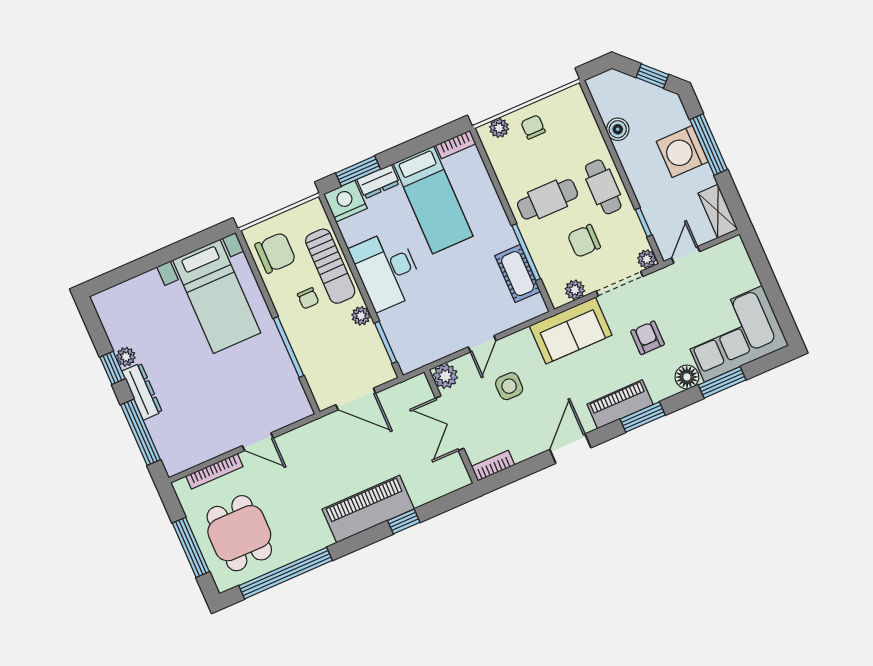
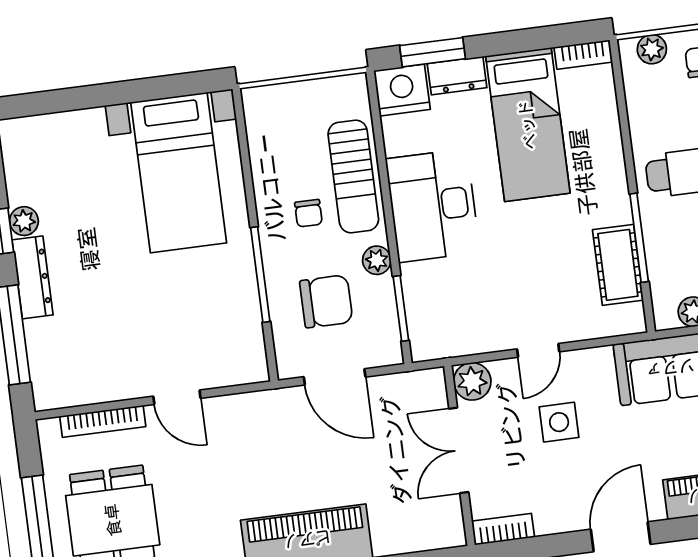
chair: (275, 253) -> (326, 301), moved

